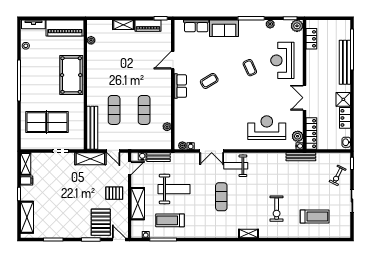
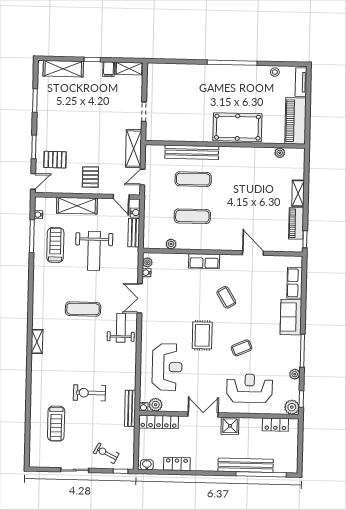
row of seats: (180, 86) -> (204, 261), moved
shower: (343, 99) -> (230, 426), moved
rug: (240, 100) -> (202, 335), added
table tennis table: (47, 122) -> (180, 96), removed
bench: (92, 128) -> (192, 152), moved
exercise bike: (277, 209) -> (89, 393), moved
pallet: (101, 222) -> (55, 160), width x0.67, depth x0.71

